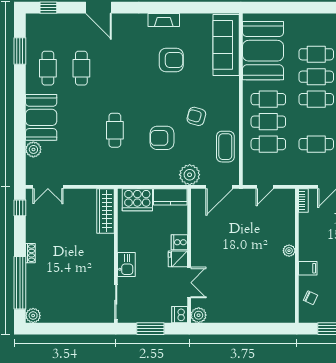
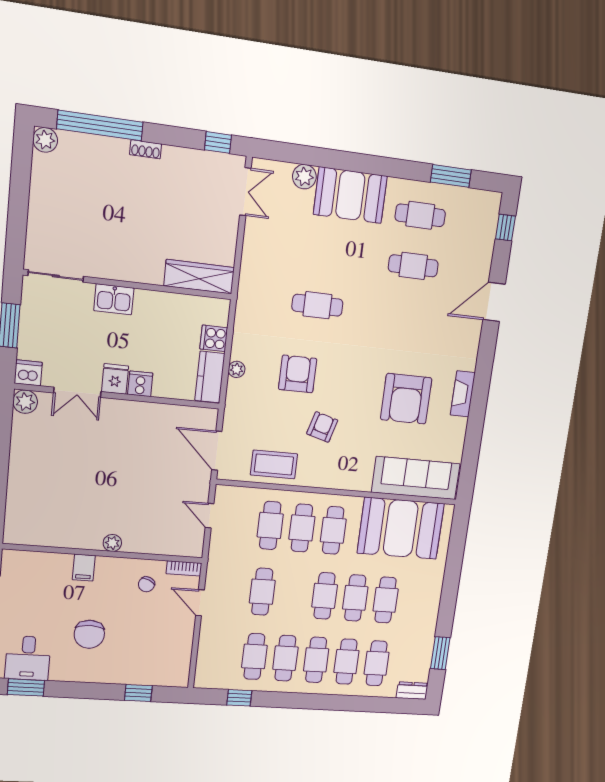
armchair: (171, 60) -> (406, 399), width x1.36, depth x1.36
plant: (190, 175) -> (237, 369), moved, width x0.53, depth x0.53
double door: (48, 187) -> (245, 192), swing flipped
cooker: (137, 200) -> (214, 338), width x0.53, depth x0.76
chair: (311, 298) -> (146, 584), moved

